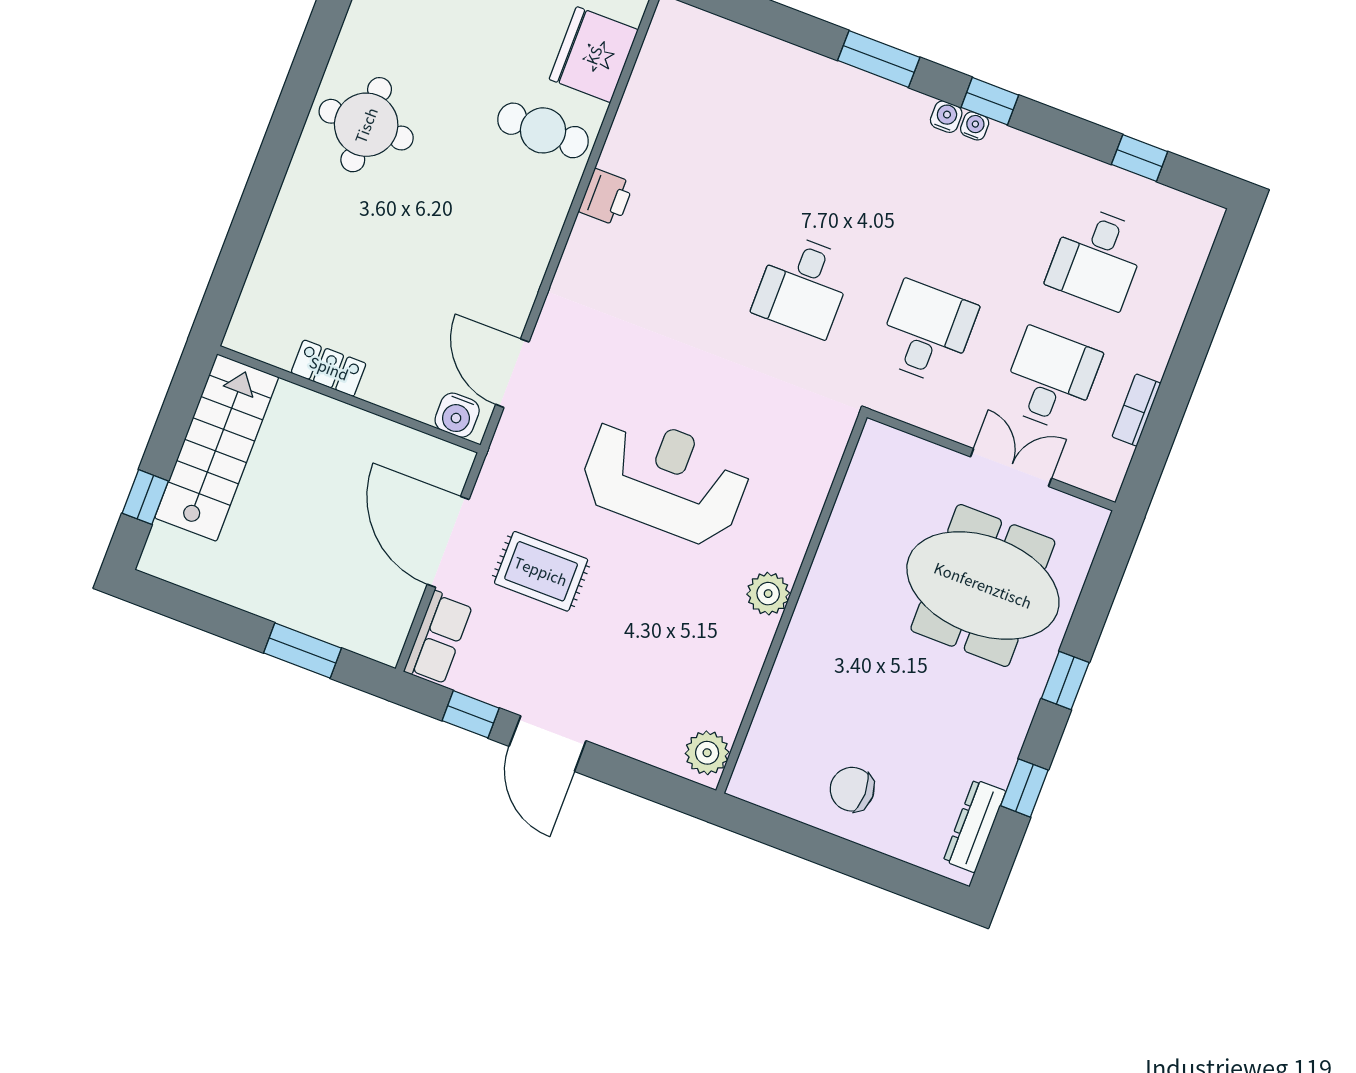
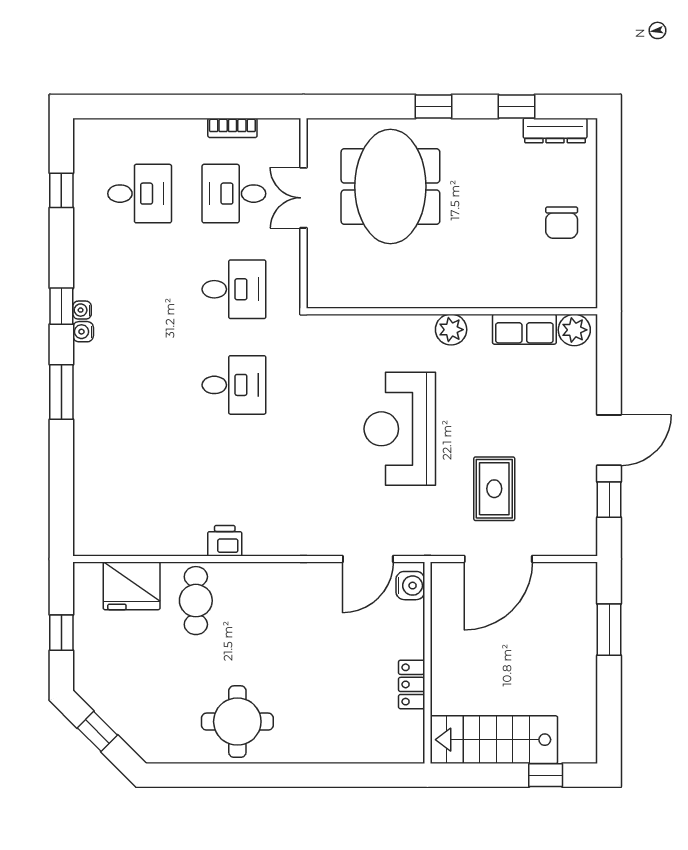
desk: (927, 333) -> (234, 289), turned 180
row of seats: (438, 638) -> (524, 329), moved, turned 180

